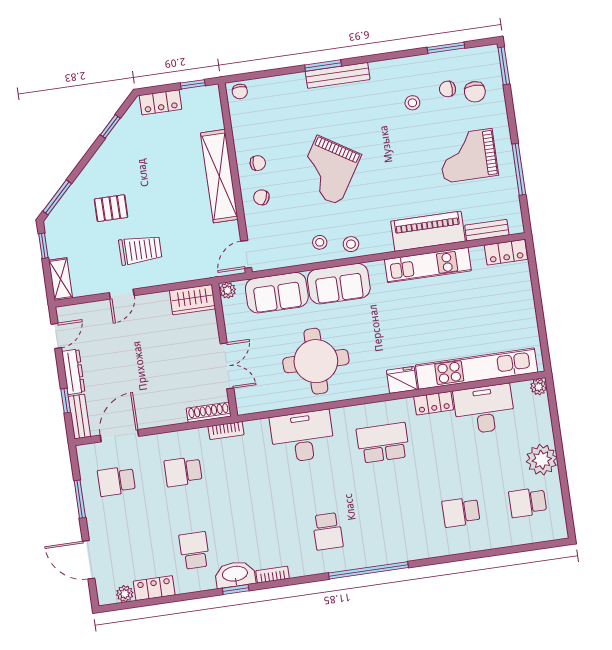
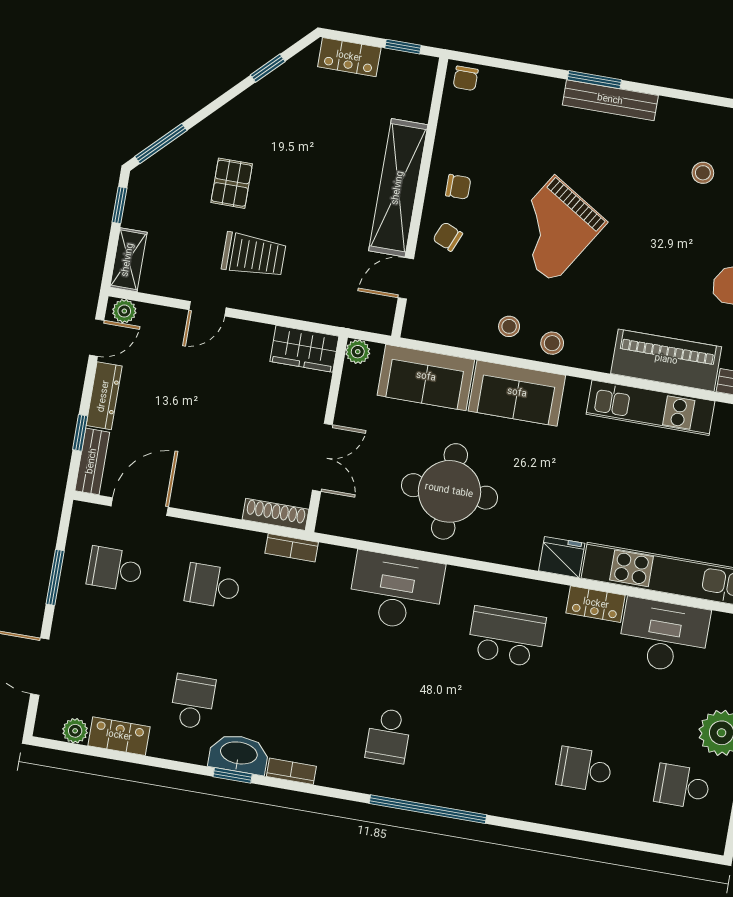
pallet: (111, 208) -> (232, 183), turned 90
door: (246, 254) -> (406, 278), moved
plant: (69, 313) -> (124, 311), added

